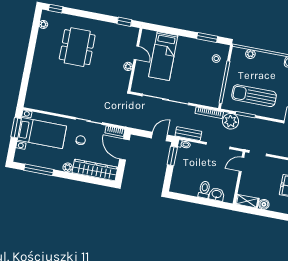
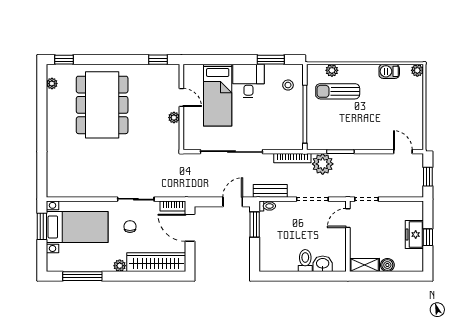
dining table: (77, 47) -> (102, 105), width x1.36, depth x1.24
desk: (188, 50) -> (248, 81), added
sun lounger: (254, 96) -> (338, 91), moved, width x0.73, depth x0.75

